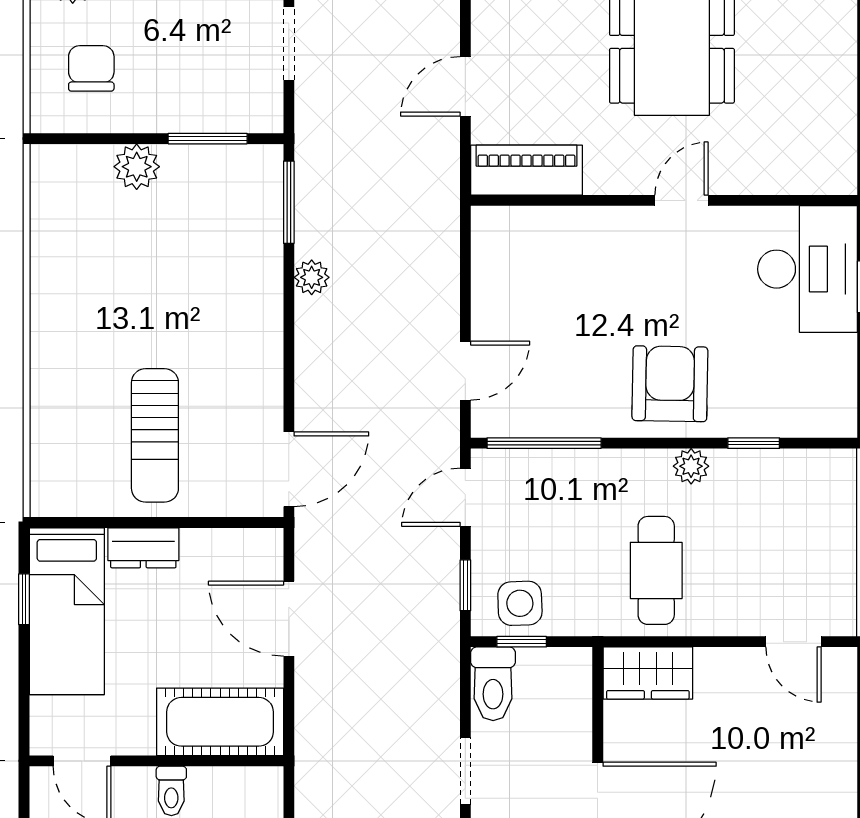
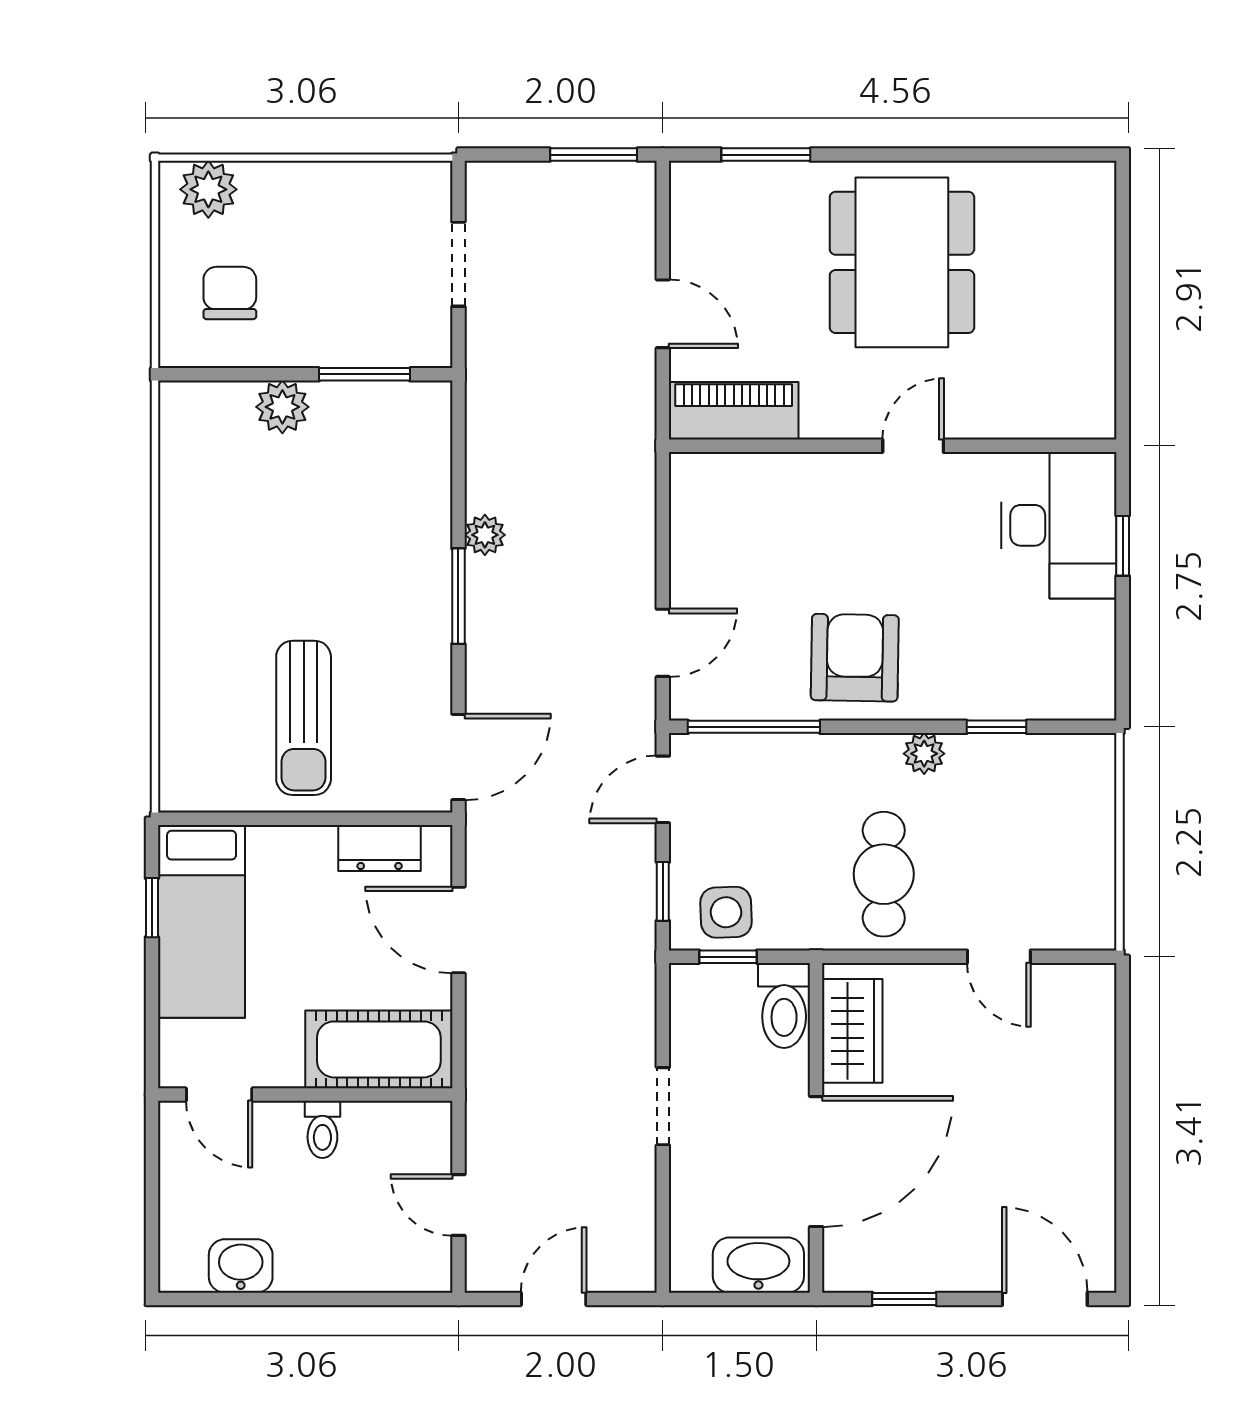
door: (465, 86) -> (663, 314), swing flipped
window: (289, 202) -> (458, 596), moved
armchair: (670, 384) -> (855, 658), moved
dresser: (143, 548) -> (380, 848), moved
door: (794, 642) -> (999, 957), moved
wardrobe: (648, 673) -> (852, 1031), moved, turned -90
toilet: (493, 684) -> (784, 1005), moved

